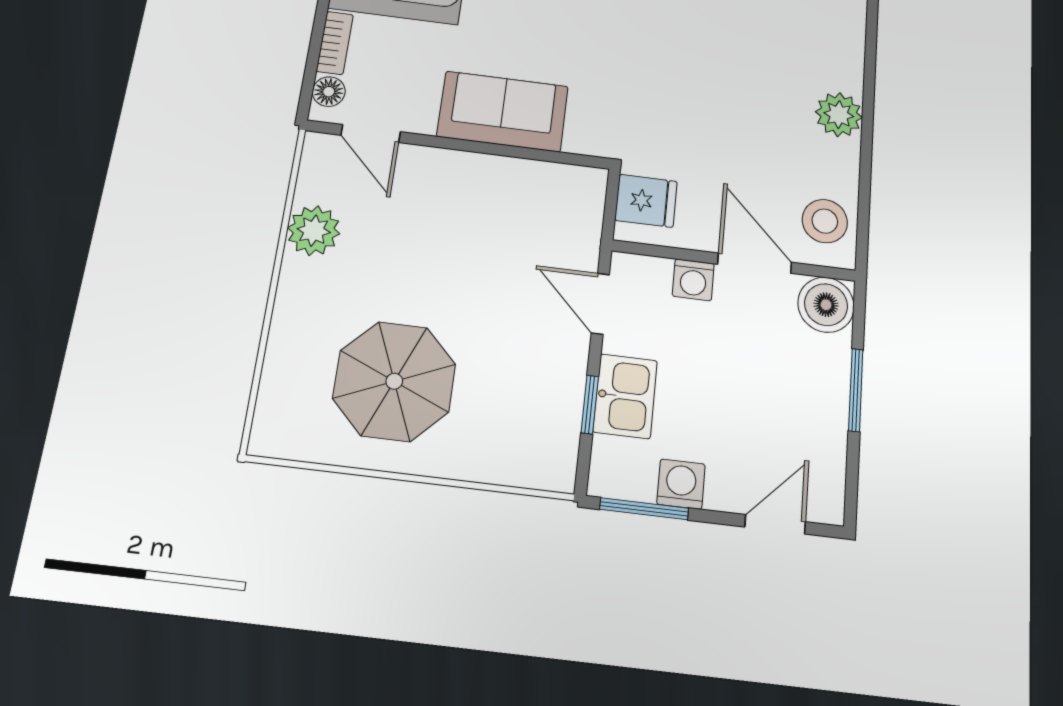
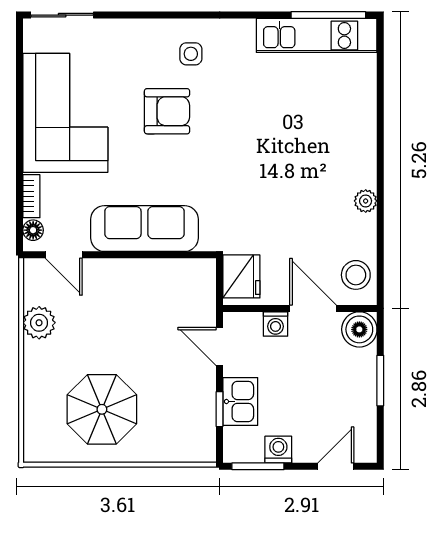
sofa: (503, 111) -> (144, 229), width x1.36
plant: (839, 115) -> (366, 201), width x0.73, depth x0.73
fridge: (646, 201) -> (241, 276), width x1.38

